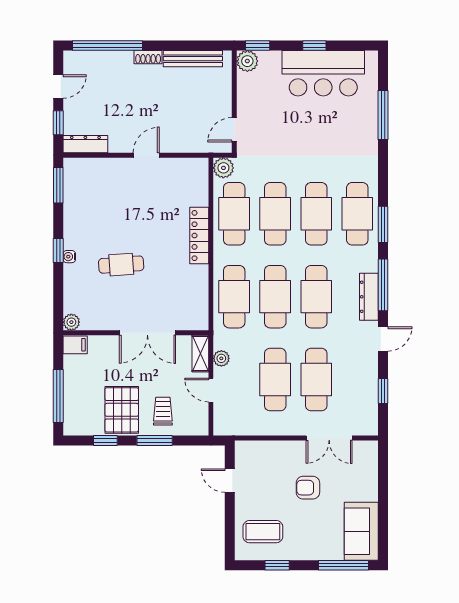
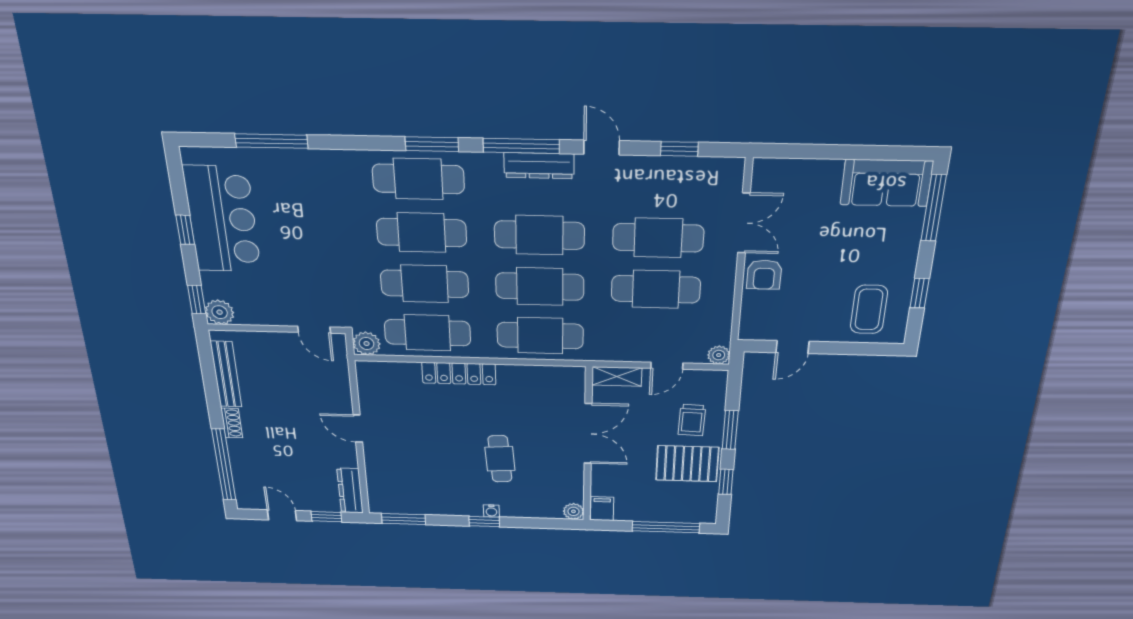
plant: (221, 358) -> (719, 355), moved
trolley: (163, 411) -> (692, 420), turned -88
armchair: (308, 488) -> (764, 275), moved

